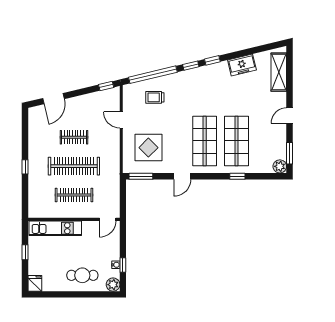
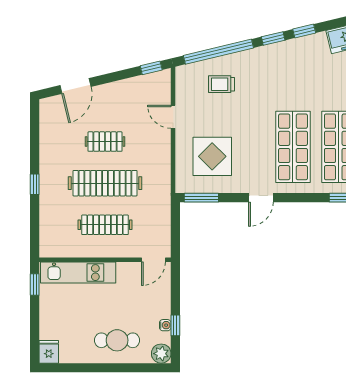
window: (25, 252) -> (35, 285), moved

